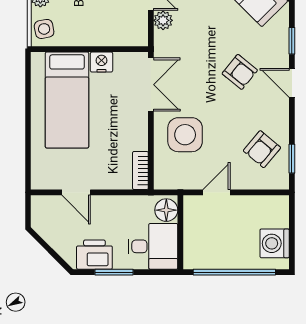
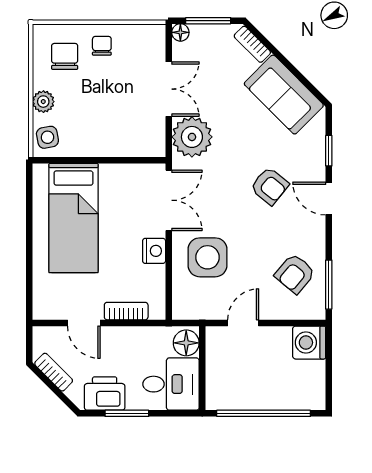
plant: (163, 20) -> (192, 137), width x1.88, depth x1.88
nightstand: (101, 62) -> (154, 251), moved, turned 90
window: (292, 159) -> (329, 285), width x1.50
bookcase: (140, 170) -> (126, 311), moved, turned 90
bookcase: (50, 236) -> (54, 372), added
washing machine: (275, 243) -> (309, 343), moved

